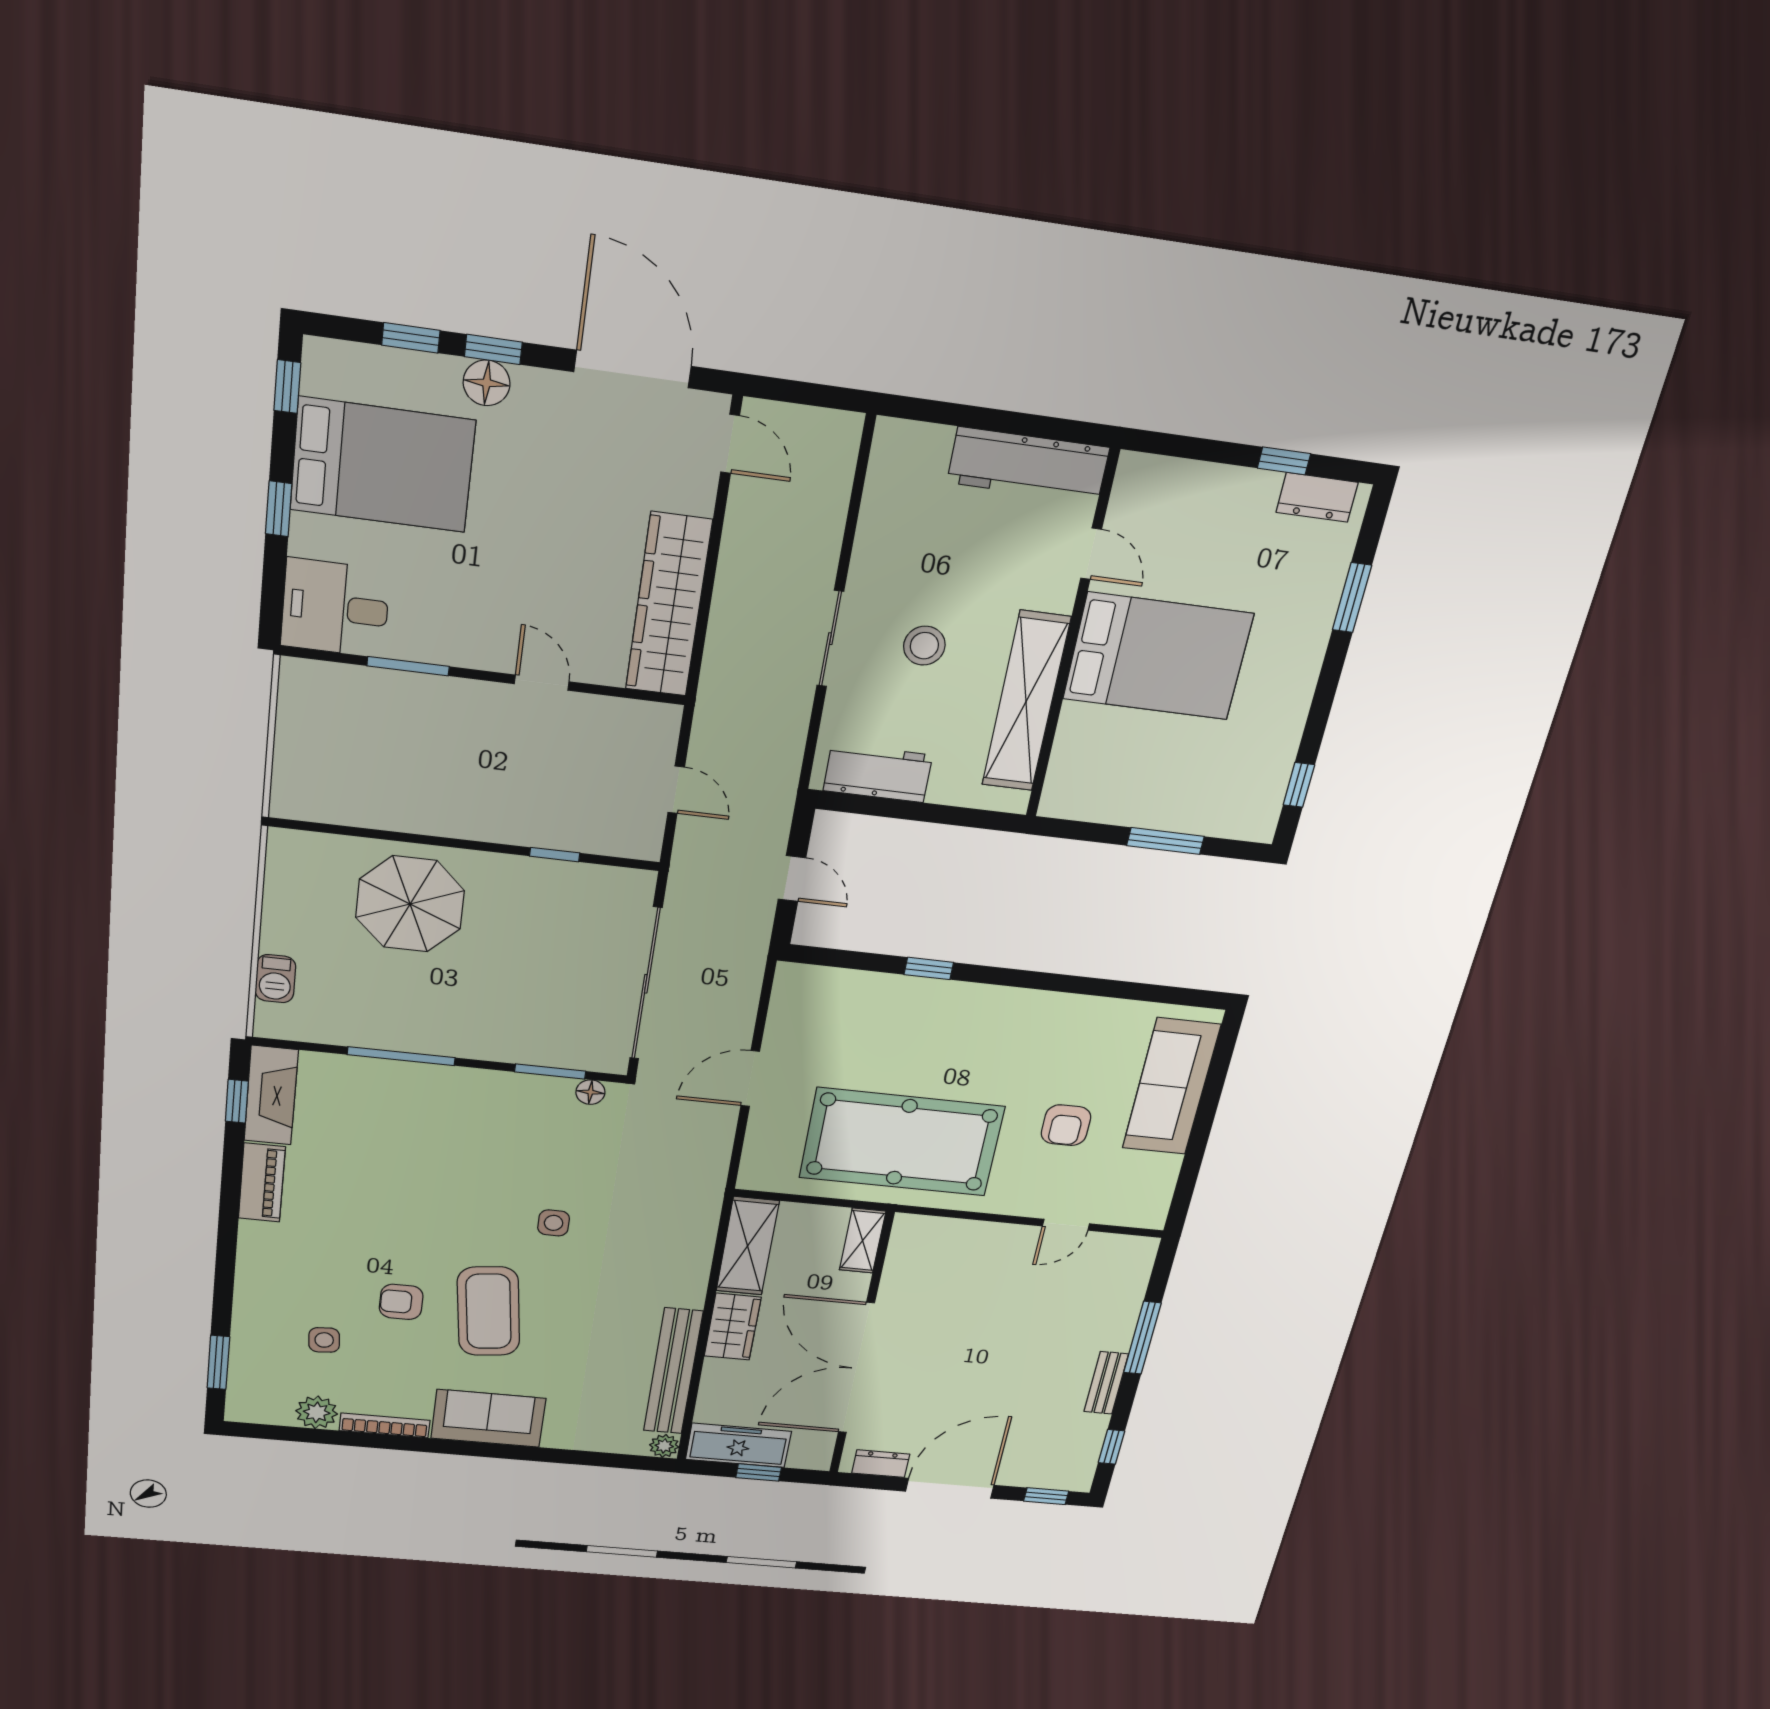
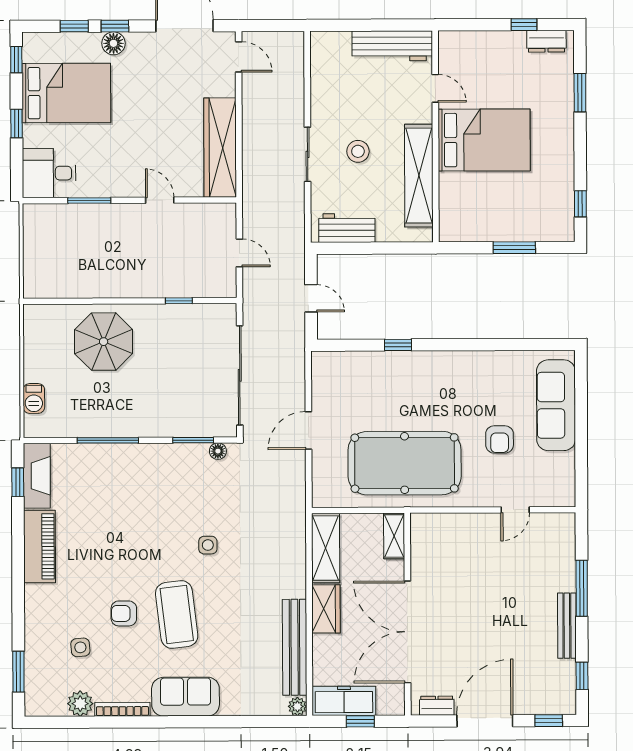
piano: (262, 1183) -> (40, 546), width x1.37, depth x1.33
bench: (1106, 1383) -> (567, 626), width x1.36

